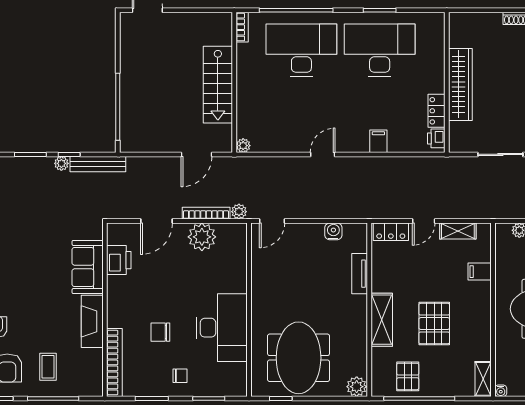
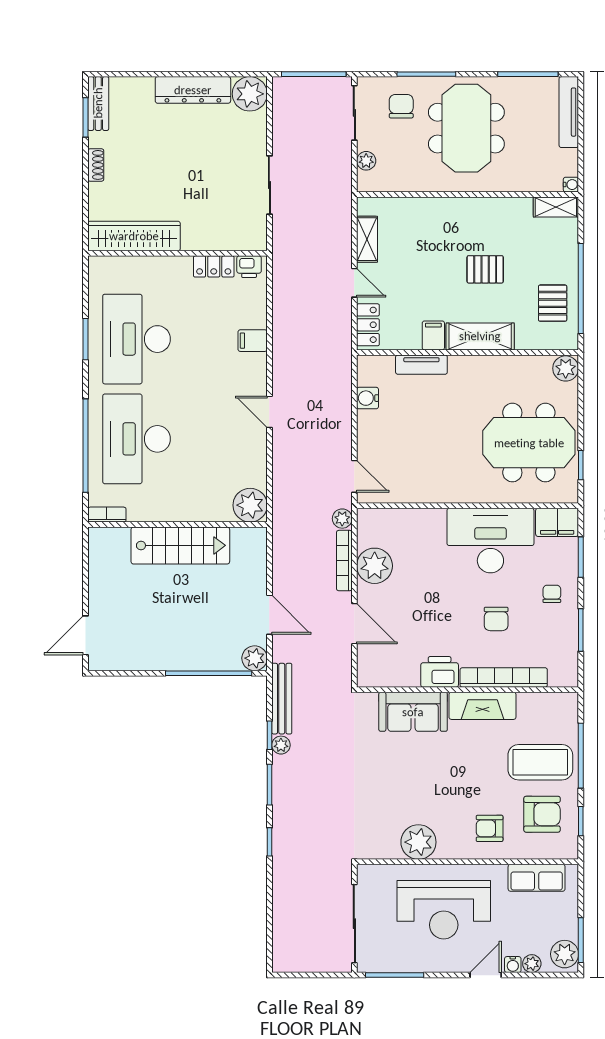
wardrobe: (460, 84) -> (134, 236), moved
plant: (129, 143) -> (255, 658), added
plant: (243, 146) -> (250, 505), width x1.88, depth x1.88
door: (196, 154) -> (269, 615), moved
printer: (119, 260) -> (440, 672), moved
filing cabinet: (480, 272) -> (433, 335), moved, turned 180
pallet: (434, 324) -> (485, 269), width x0.67, depth x0.71
bookcase: (114, 362) -> (504, 677), moved
coffee table: (48, 367) -> (540, 762), width x1.86, depth x1.72
pallet: (408, 376) -> (553, 303), turned 90
filing cabinet: (236, 380) -> (557, 522), added

